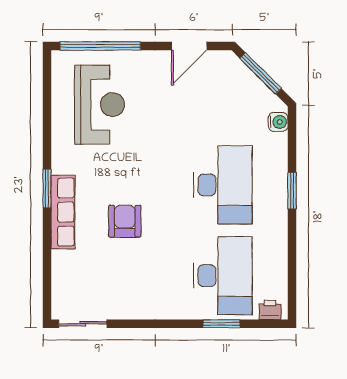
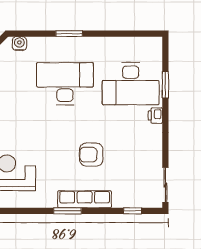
desk: (223, 276) -> (131, 84), turned 180
window: (47, 278) -> (133, 211), added
printer: (270, 310) -> (155, 116), moved

